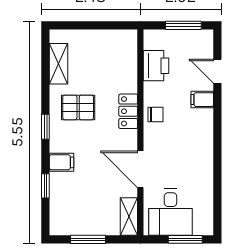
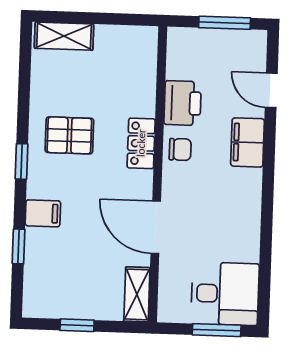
shelving: (59, 64) -> (64, 36), moved, turned 90
printer: (156, 66) -> (183, 103), moved
filing cabinet: (202, 100) -> (248, 142), width x2.00
desk: (170, 212) -> (225, 294), moved, turned -90
window: (88, 239) -> (77, 325), width x0.67

